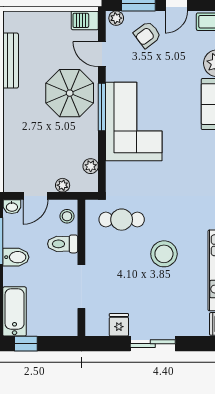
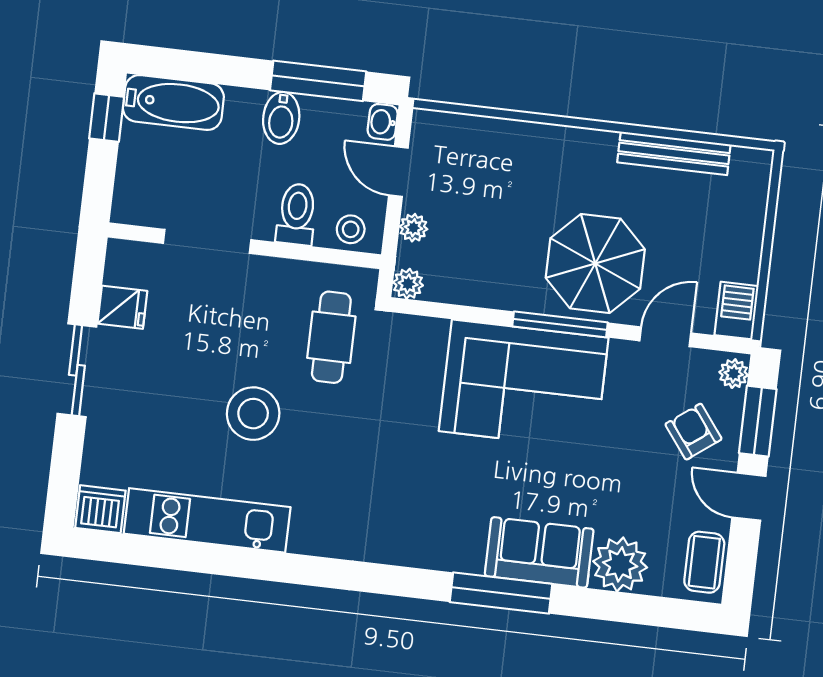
plant: (91, 166) -> (408, 284), moved

